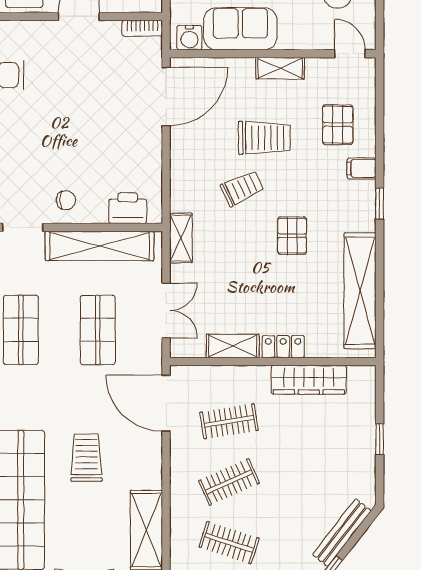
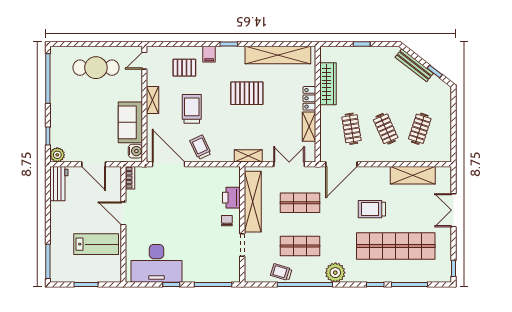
trolley: (242, 188) -> (200, 147), moved
printer: (128, 208) -> (231, 198), moved
pallet: (292, 236) -> (247, 93), width x1.50, depth x1.42

